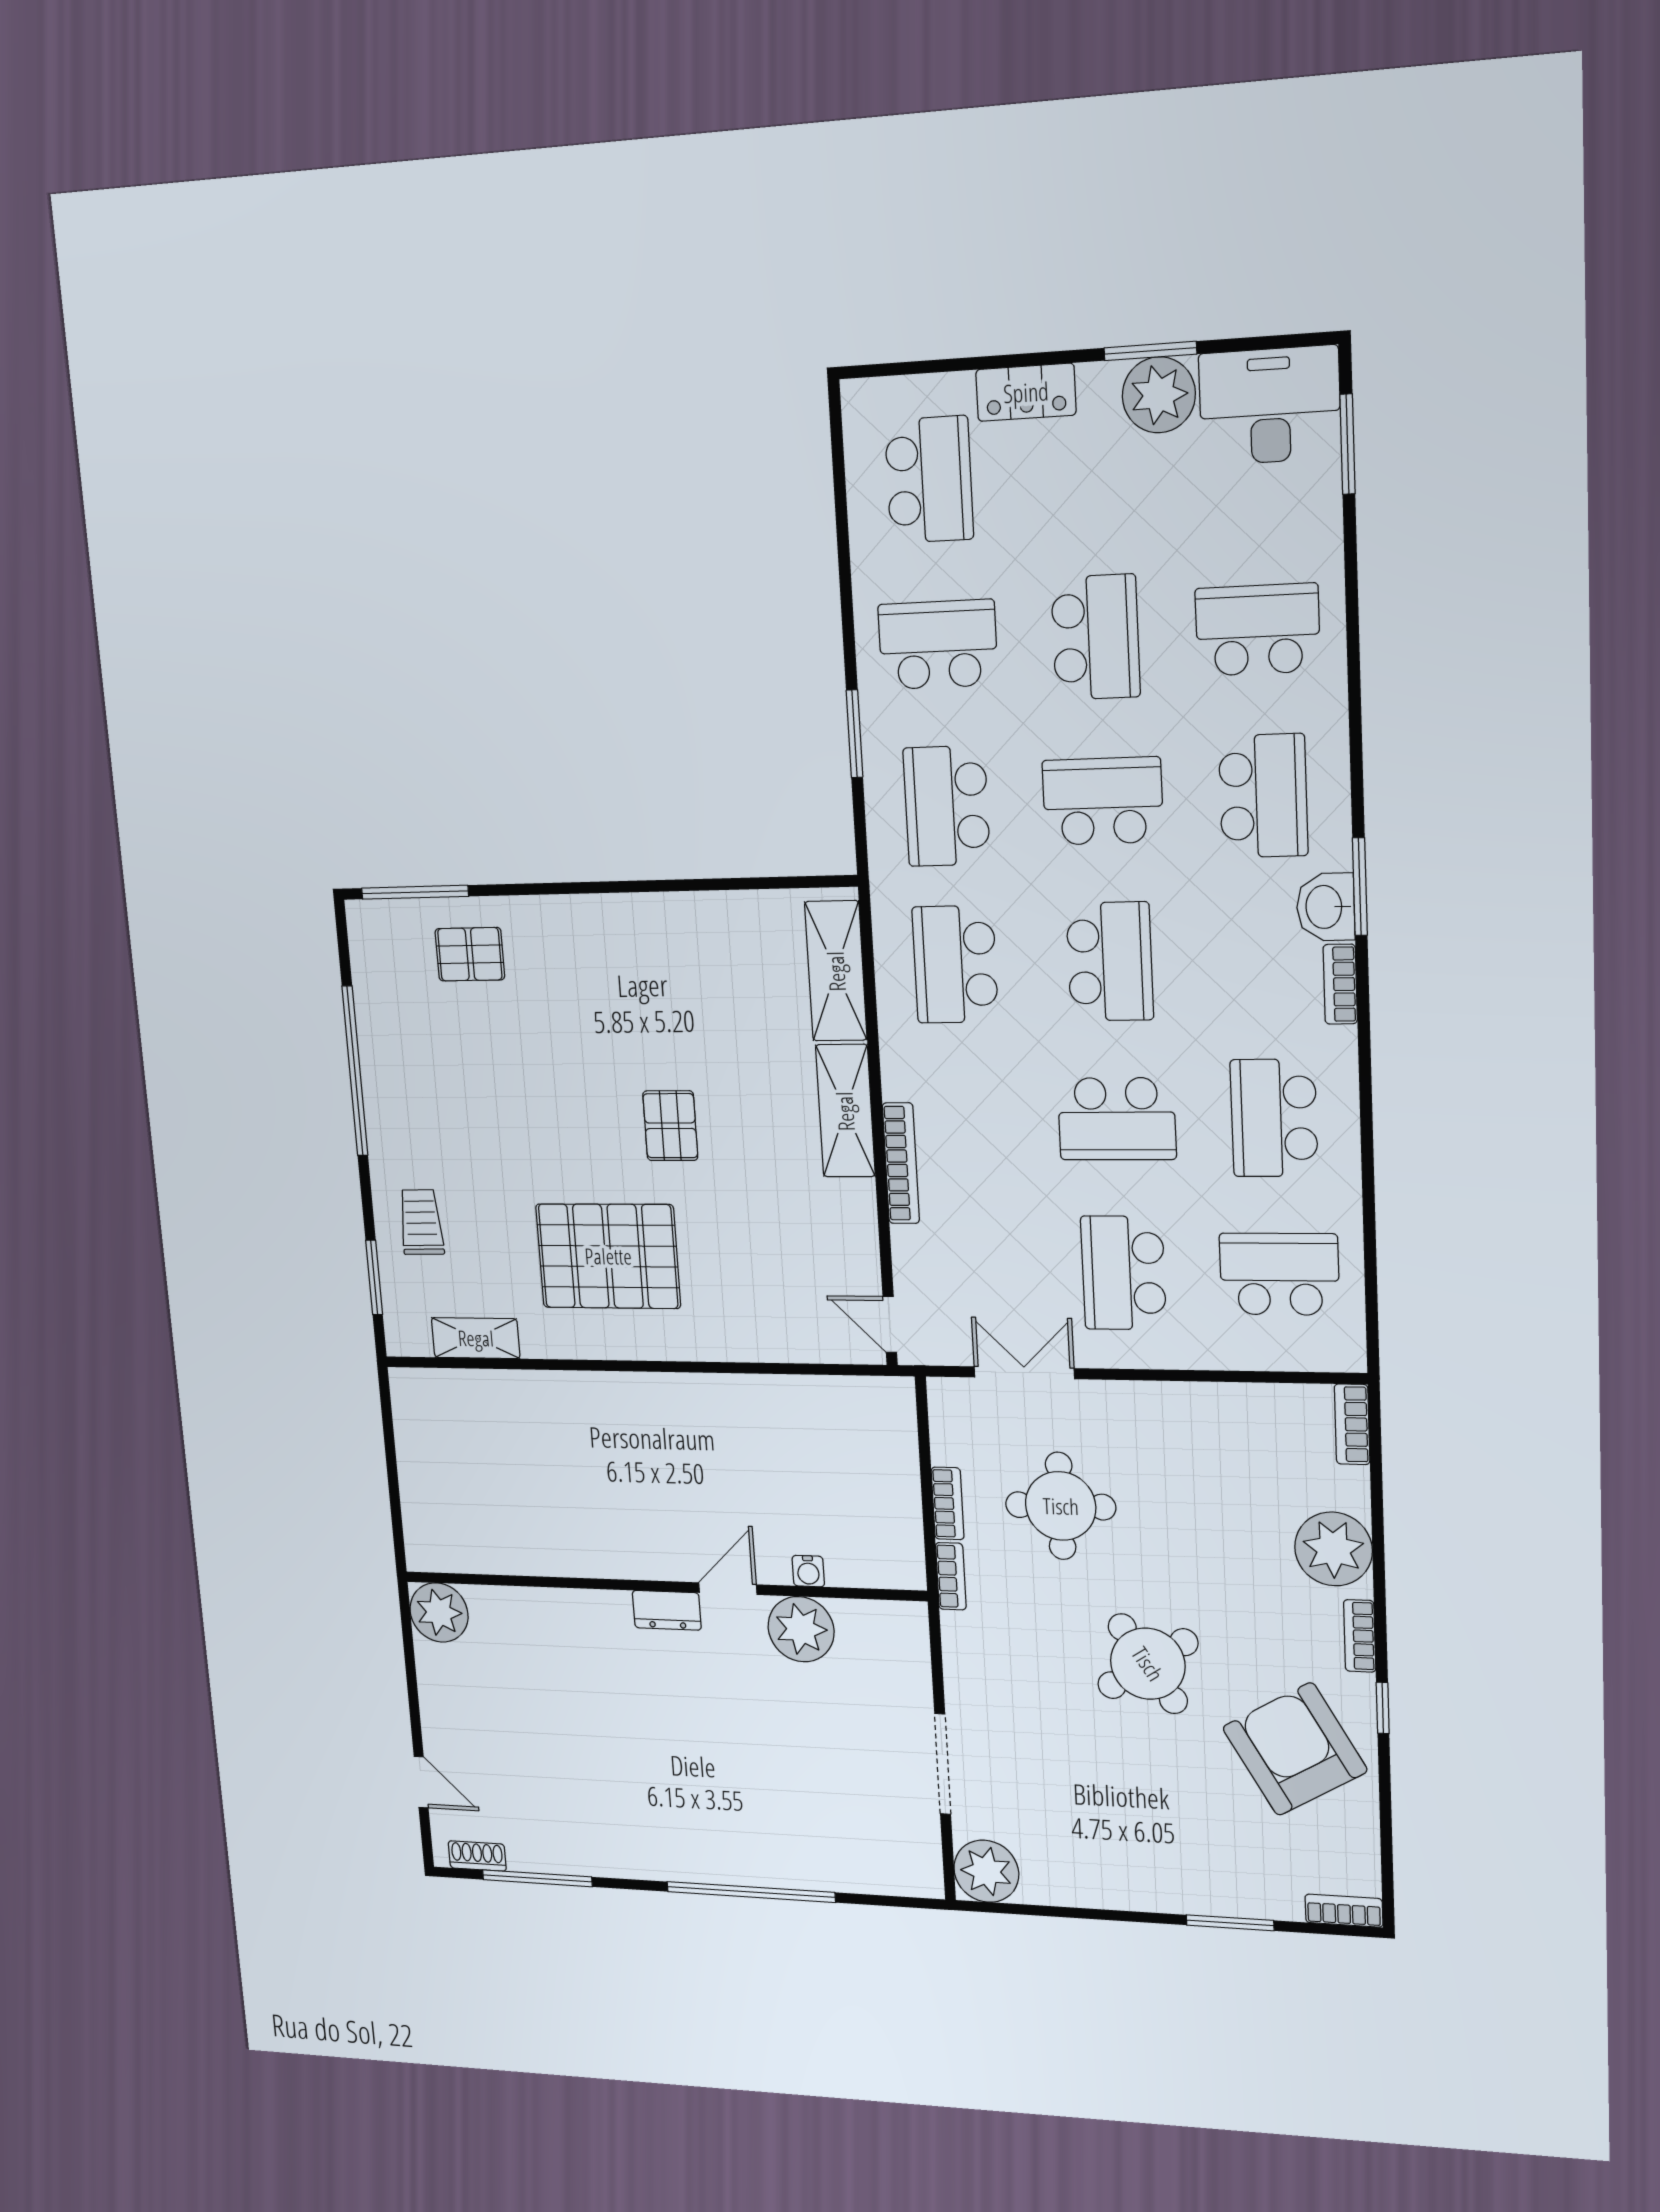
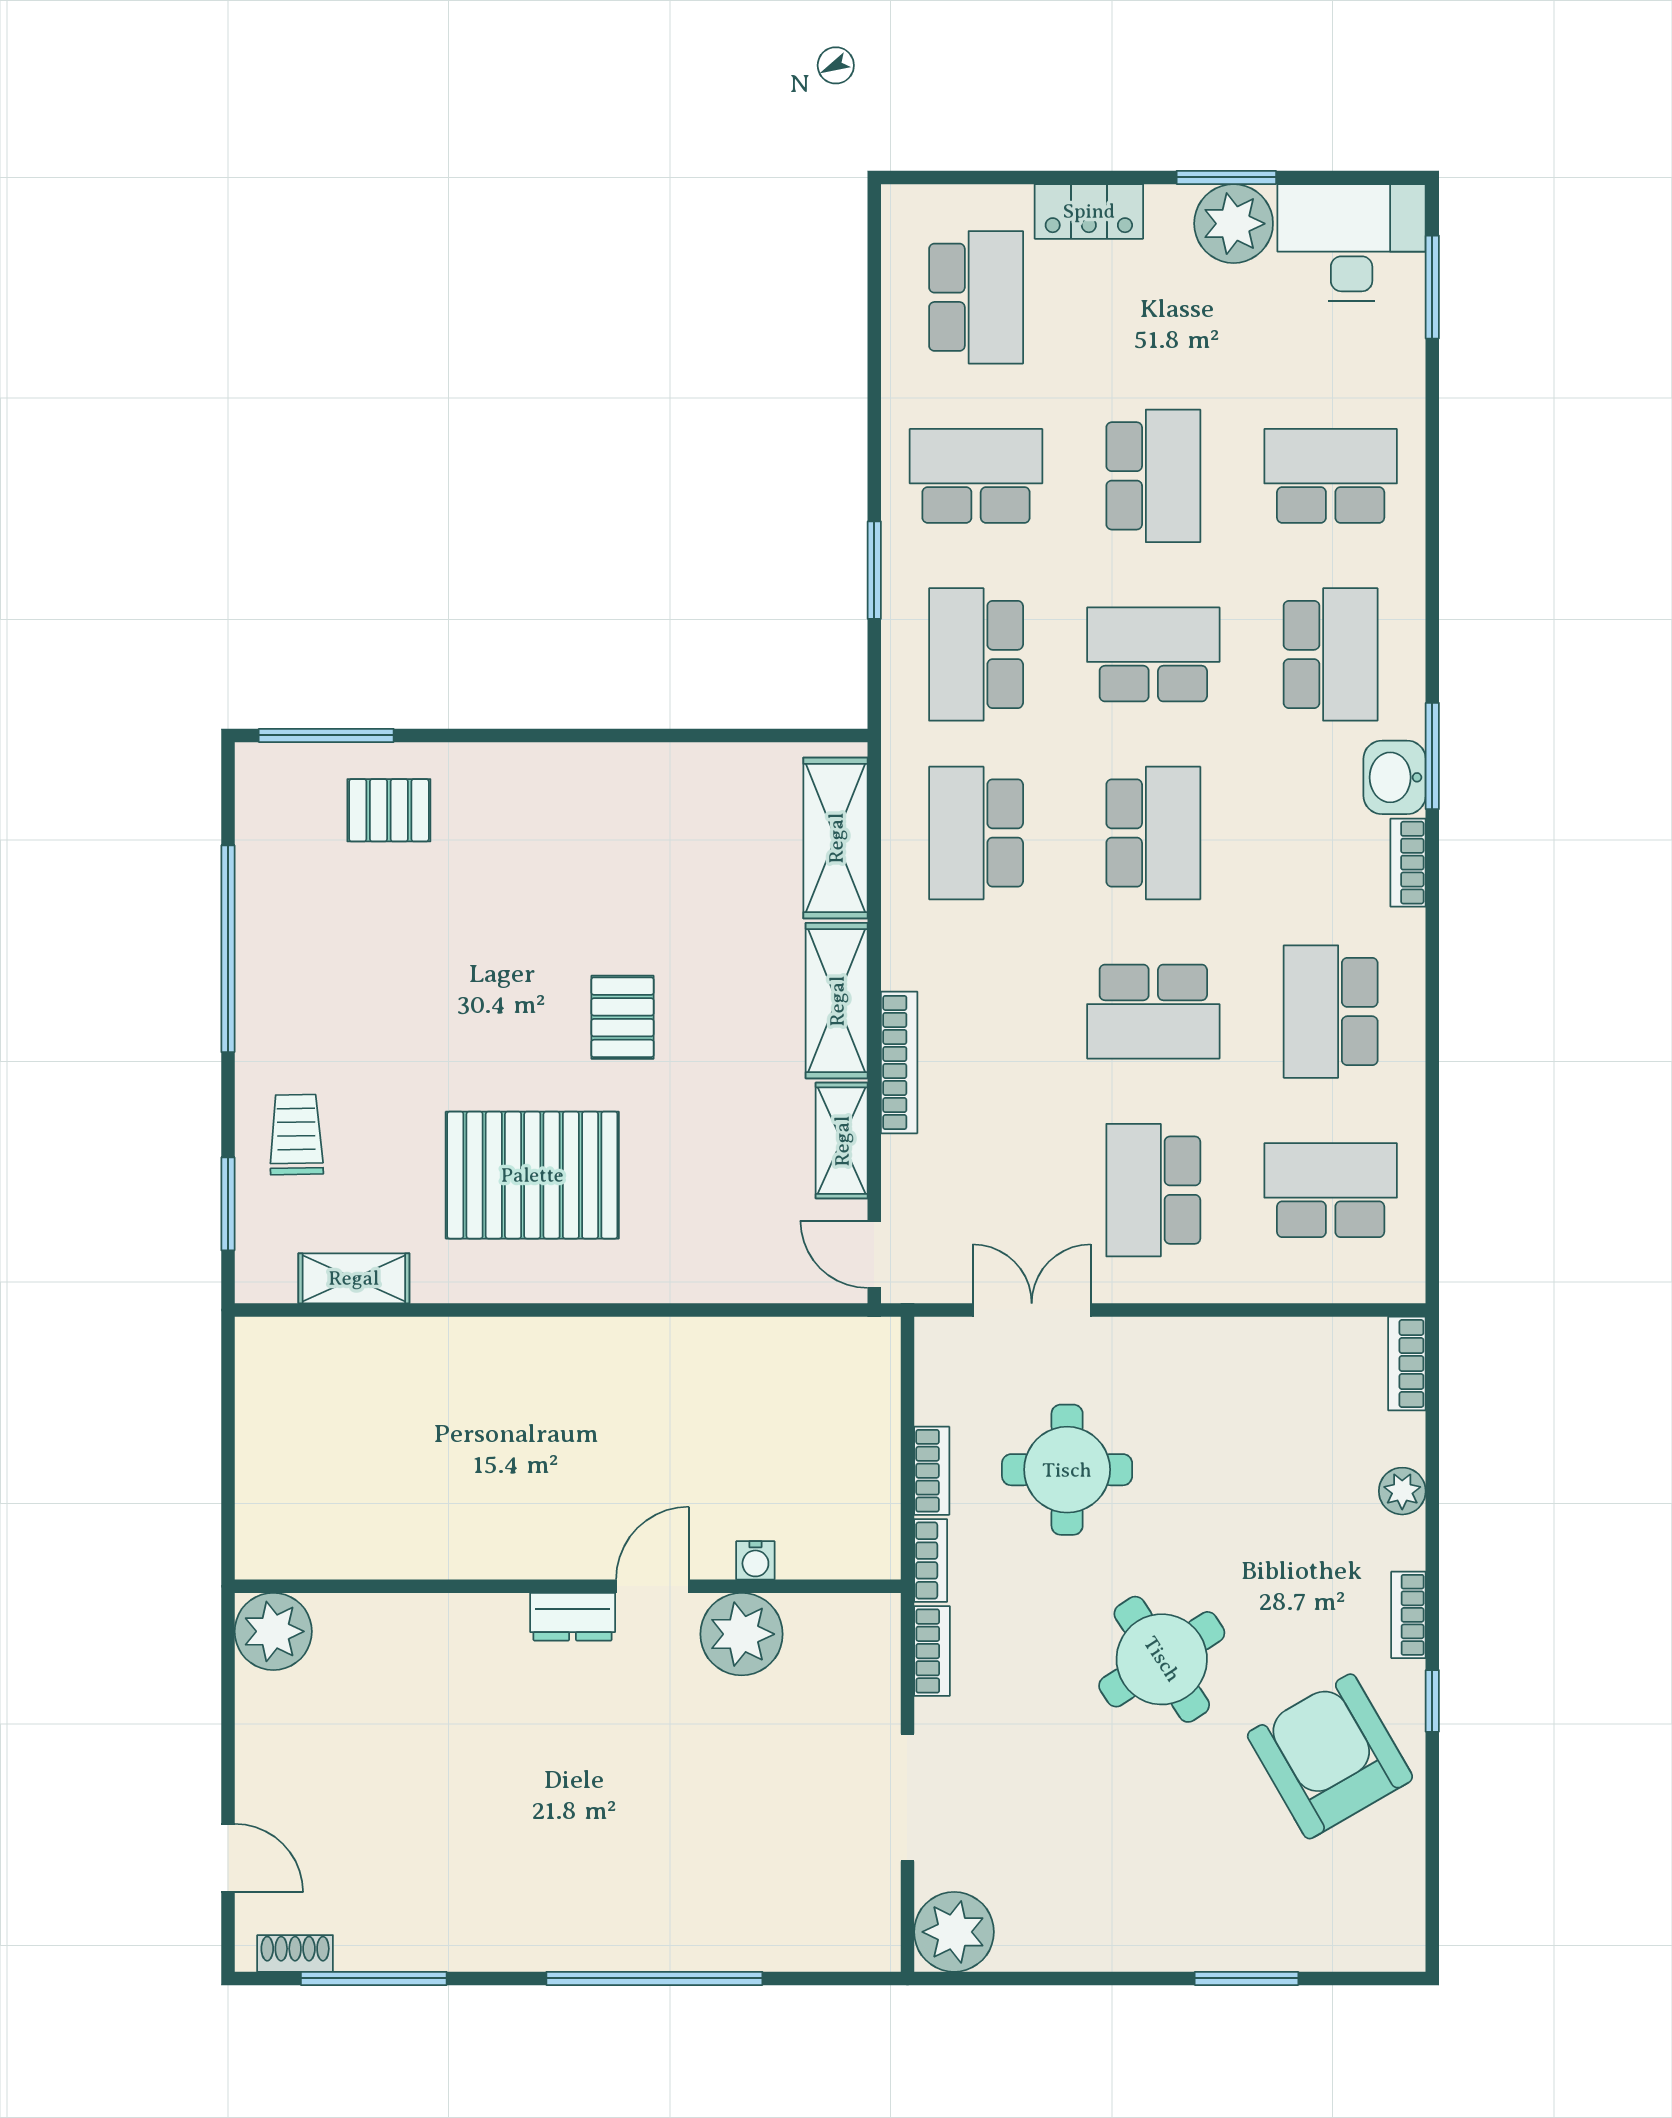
shelving: (857, 1229) -> (842, 1141), added
plant: (1333, 1549) -> (1402, 1491), width x0.53, depth x0.53
bookcase: (1344, 1911) -> (932, 1651), moved, turned 90

